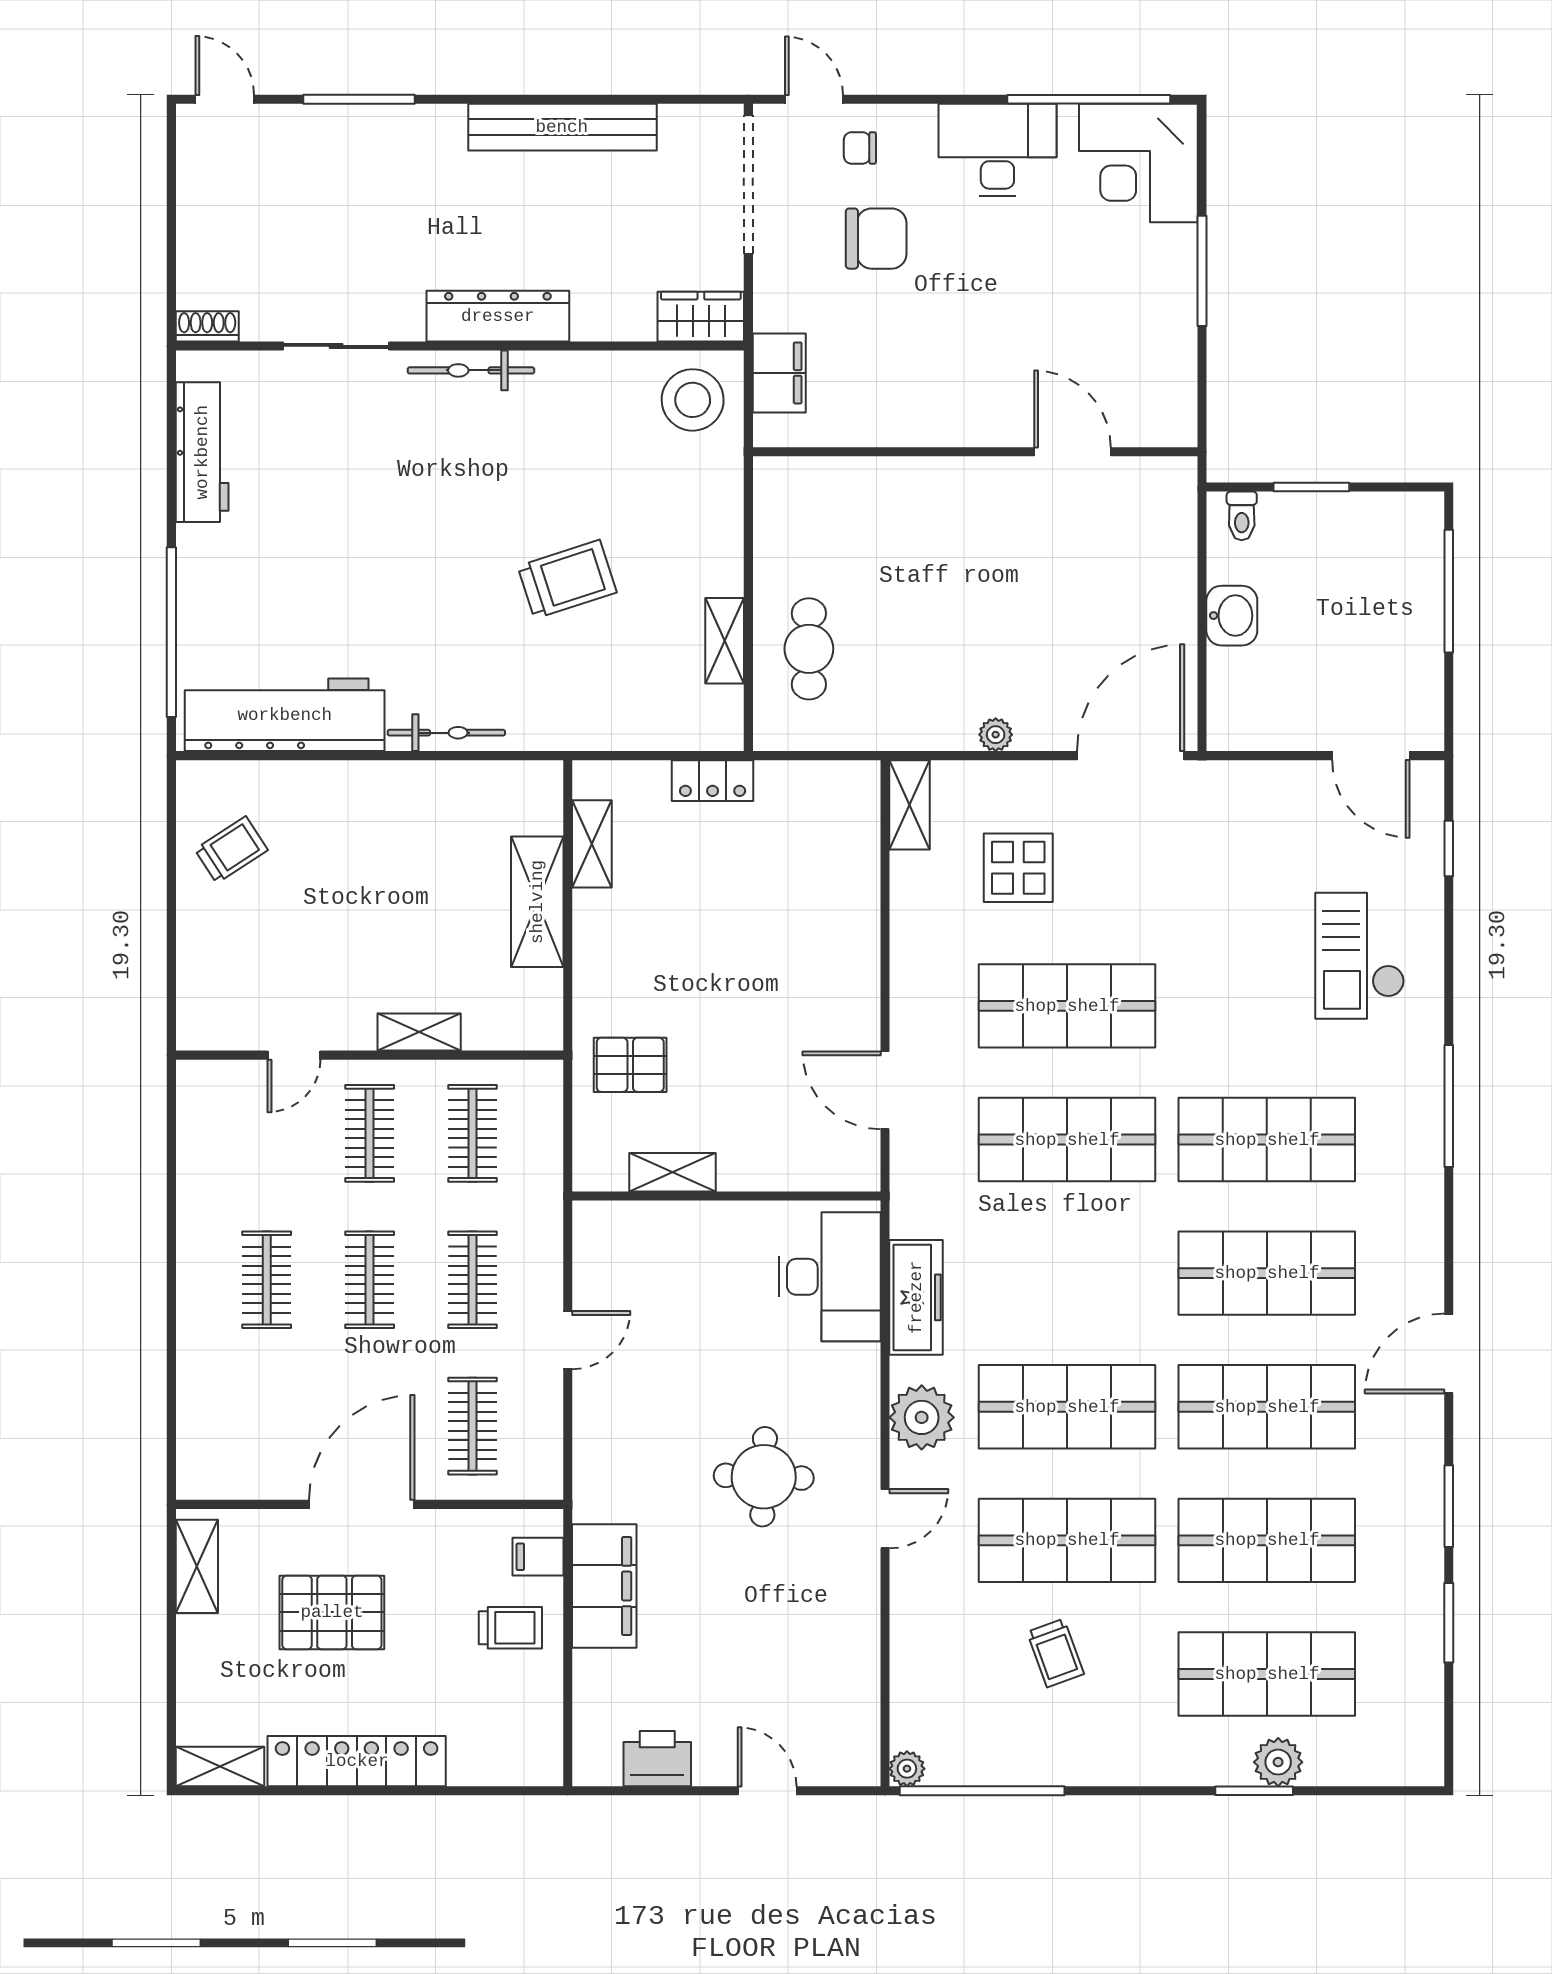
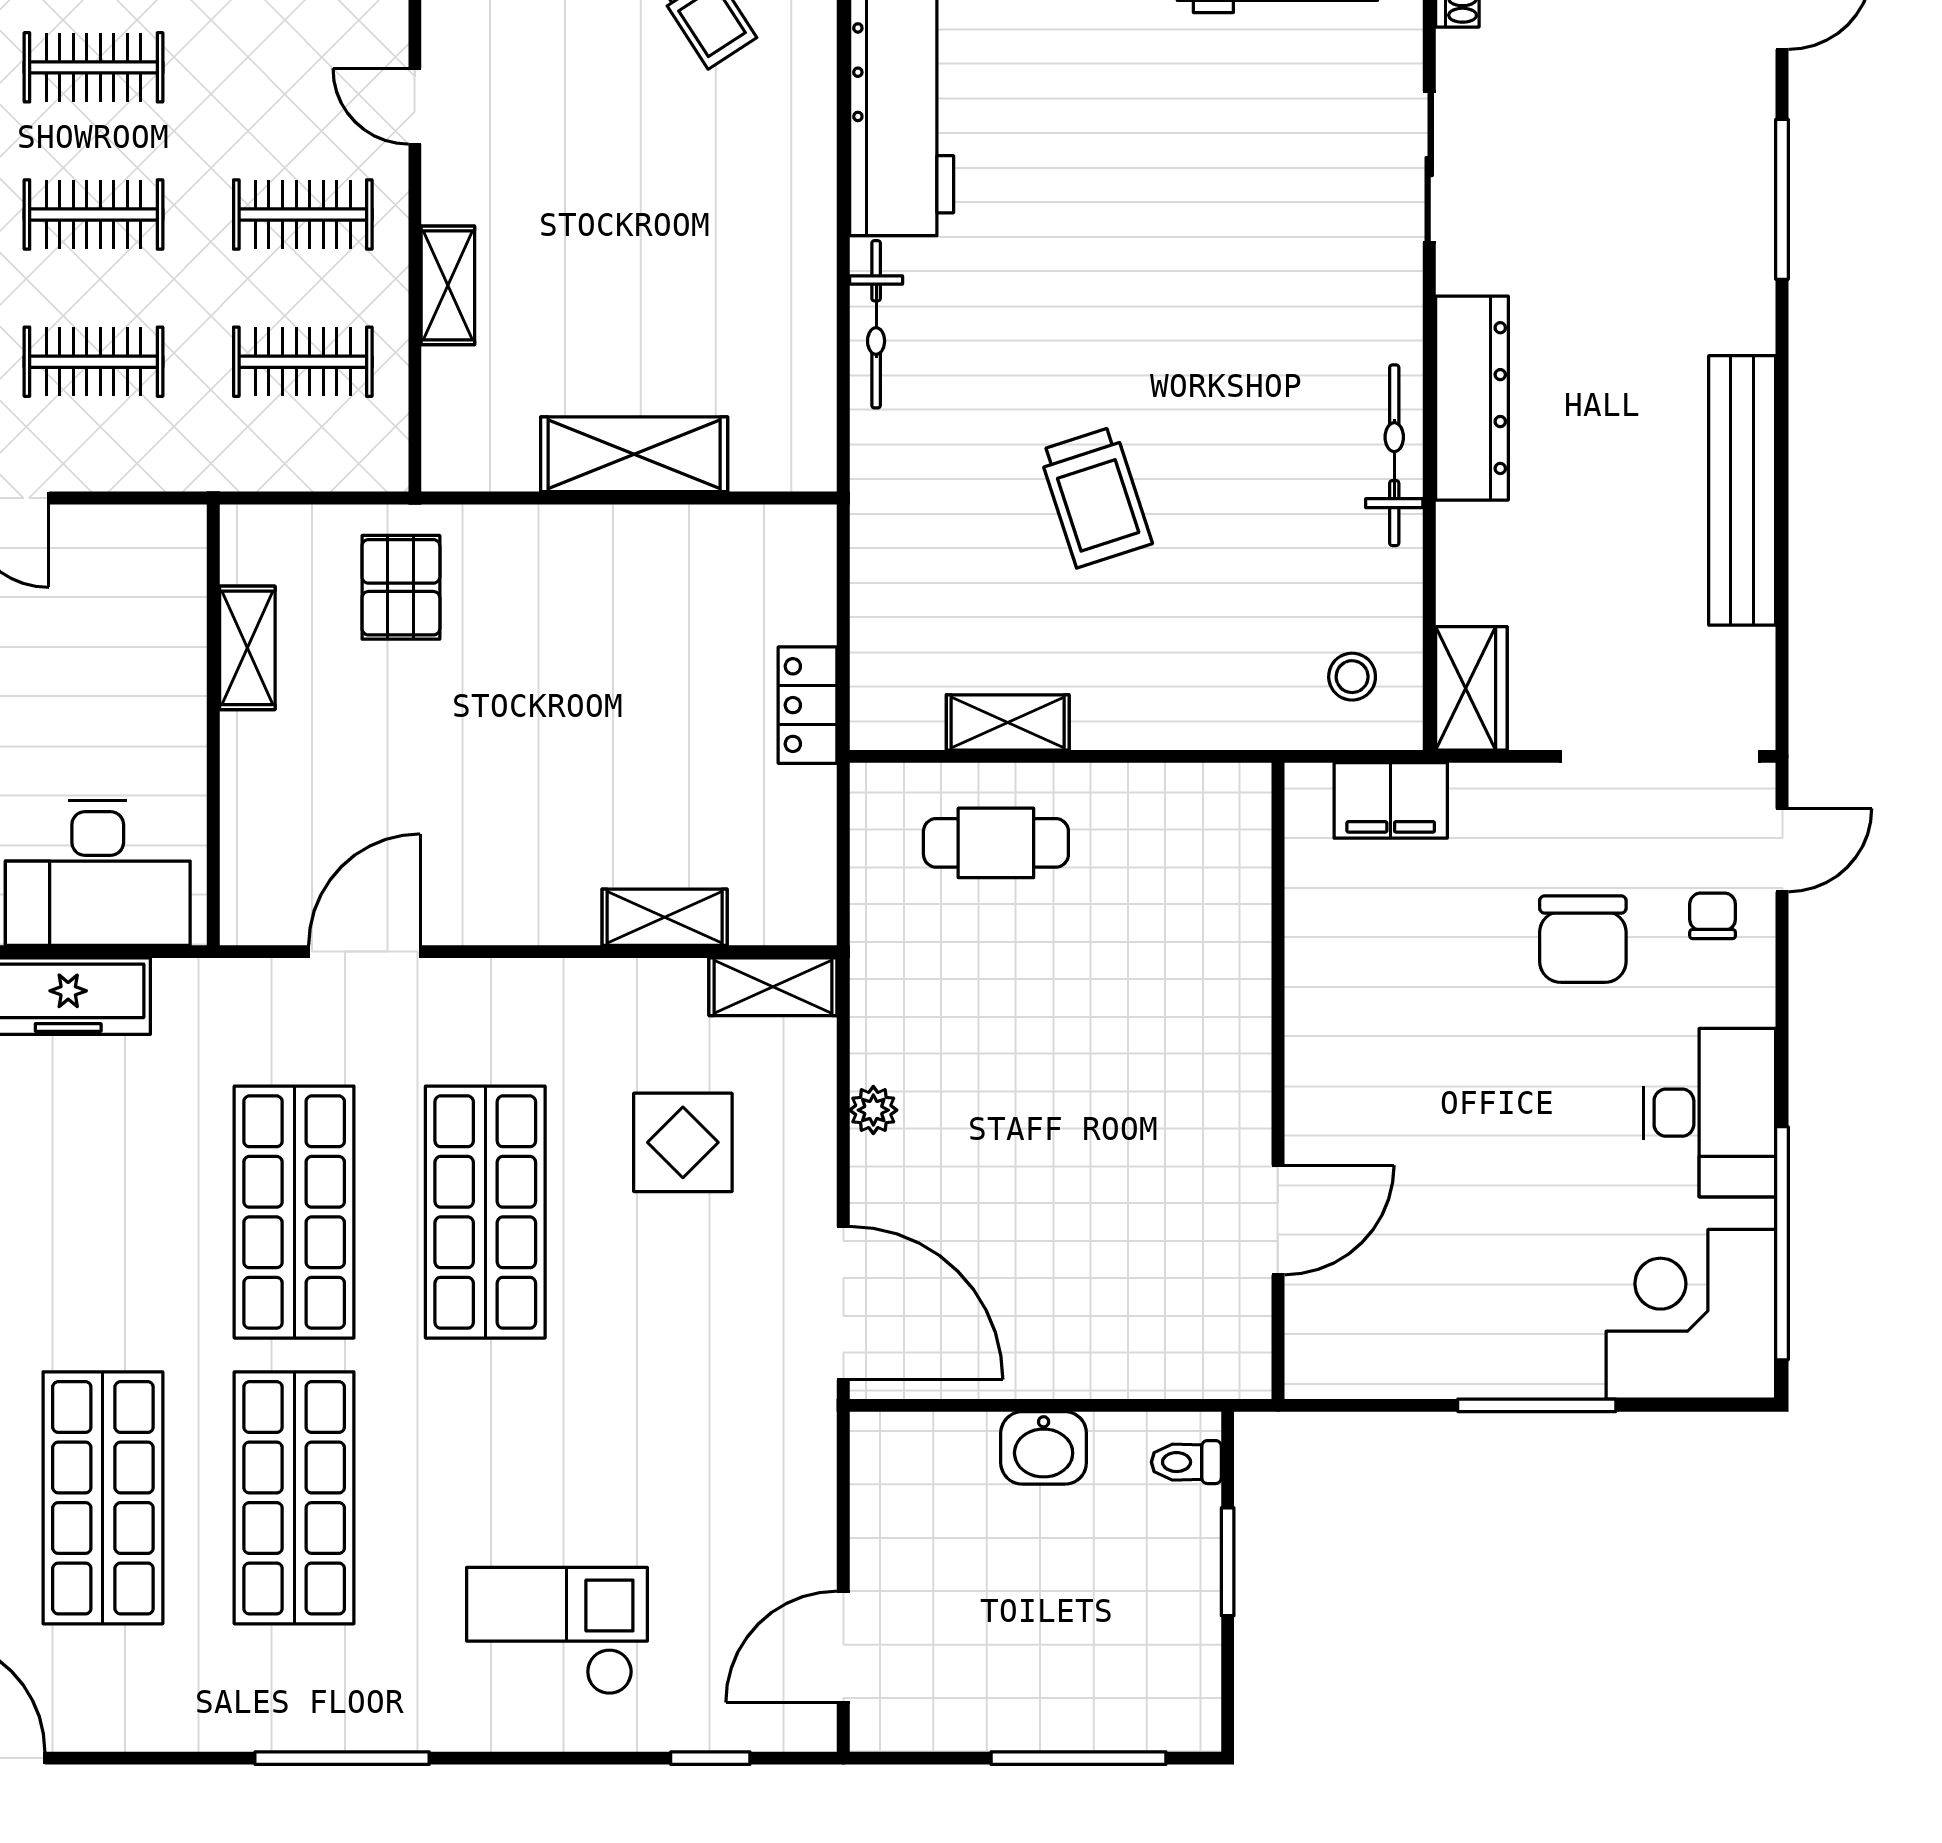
bicycle: (471, 370) -> (1394, 455), moved
stool: (693, 400) -> (1352, 677), width x0.53, depth x0.53
shelving: (592, 844) -> (665, 917), moved

